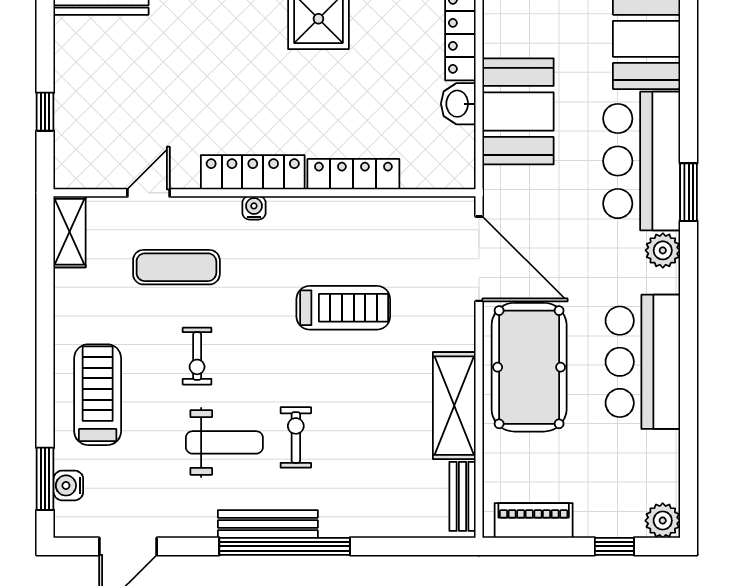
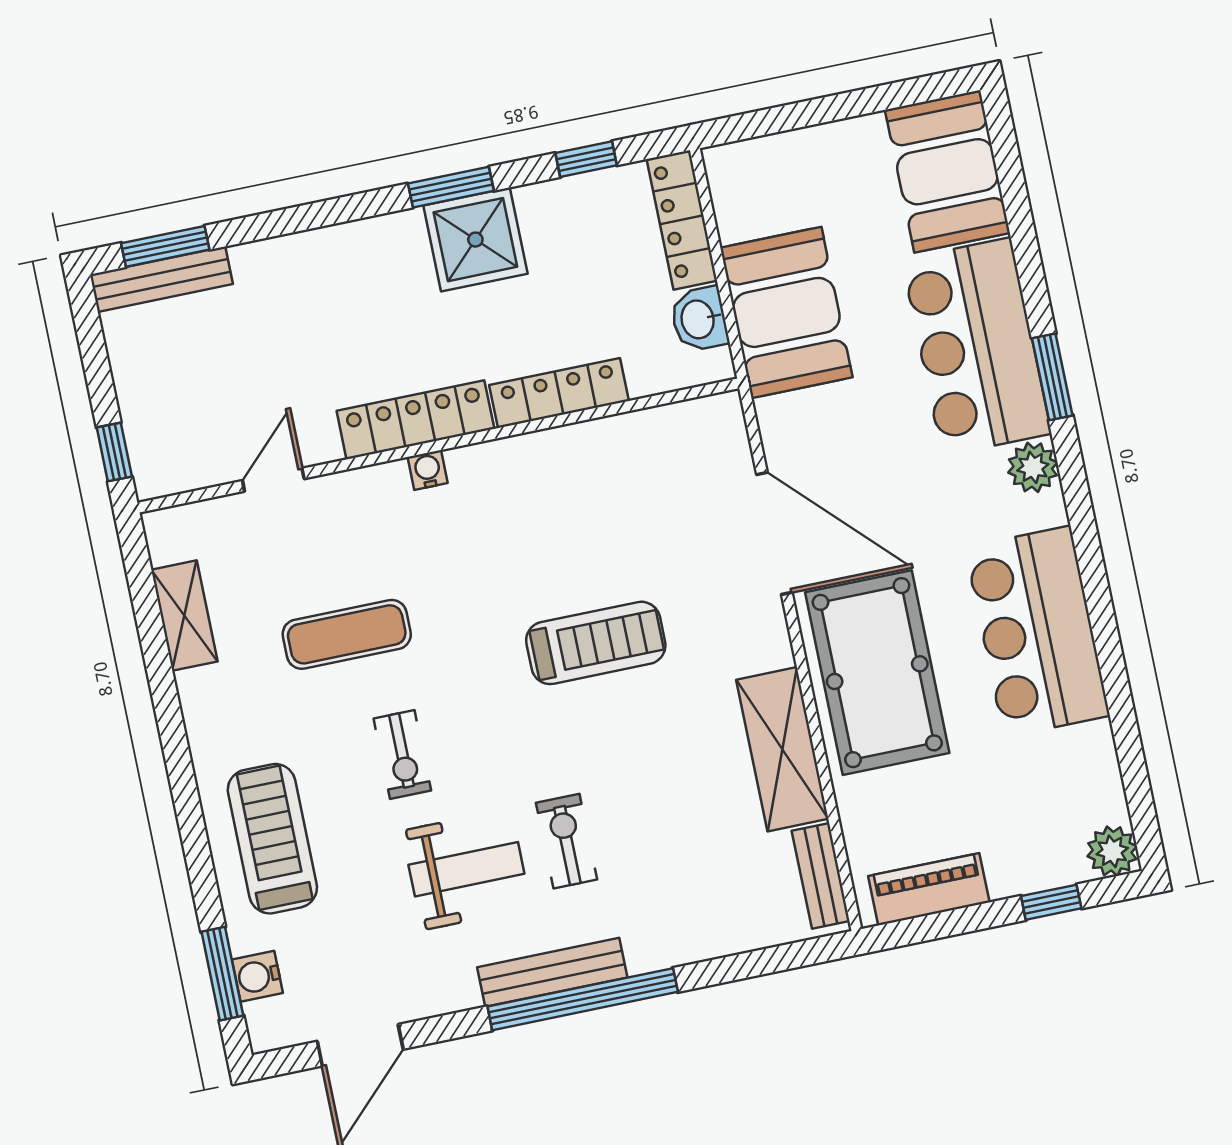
locker: (253, 172) -> (415, 420), moved
locker: (353, 174) -> (559, 393), moved
door: (148, 193) -> (273, 480), moved
wall: (265, 193) -> (438, 446), moved
water cooler: (254, 208) -> (428, 470), moved

